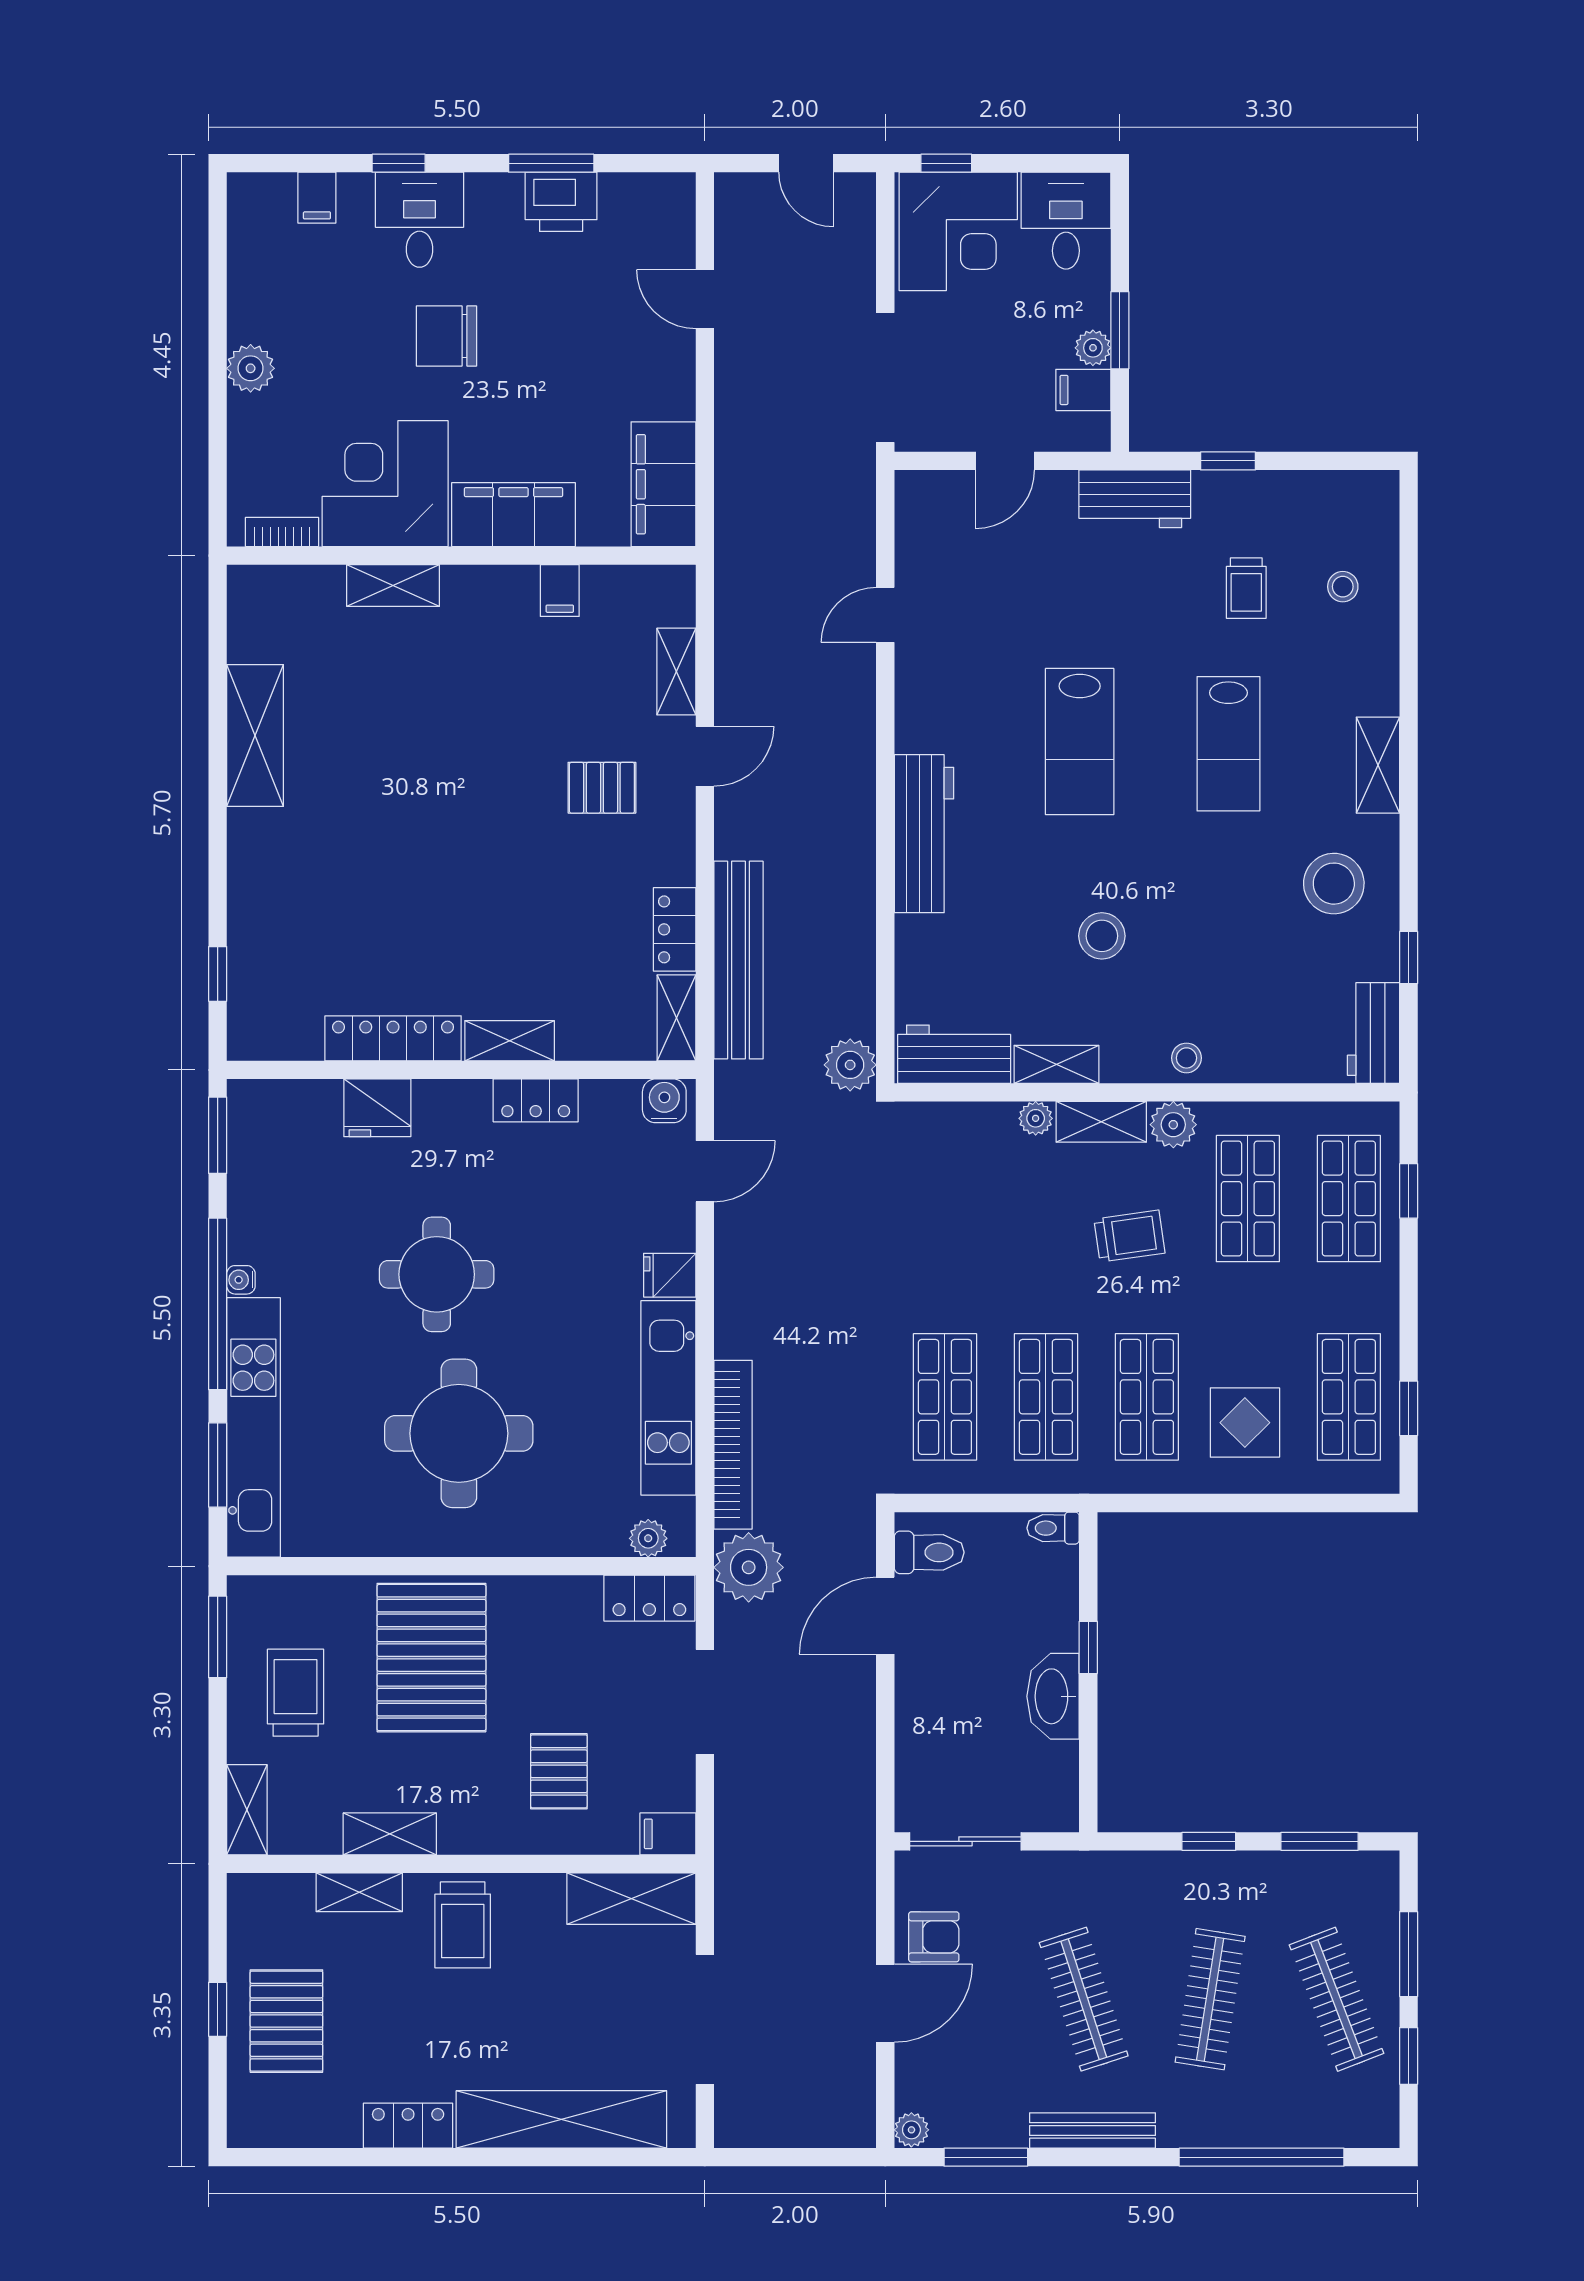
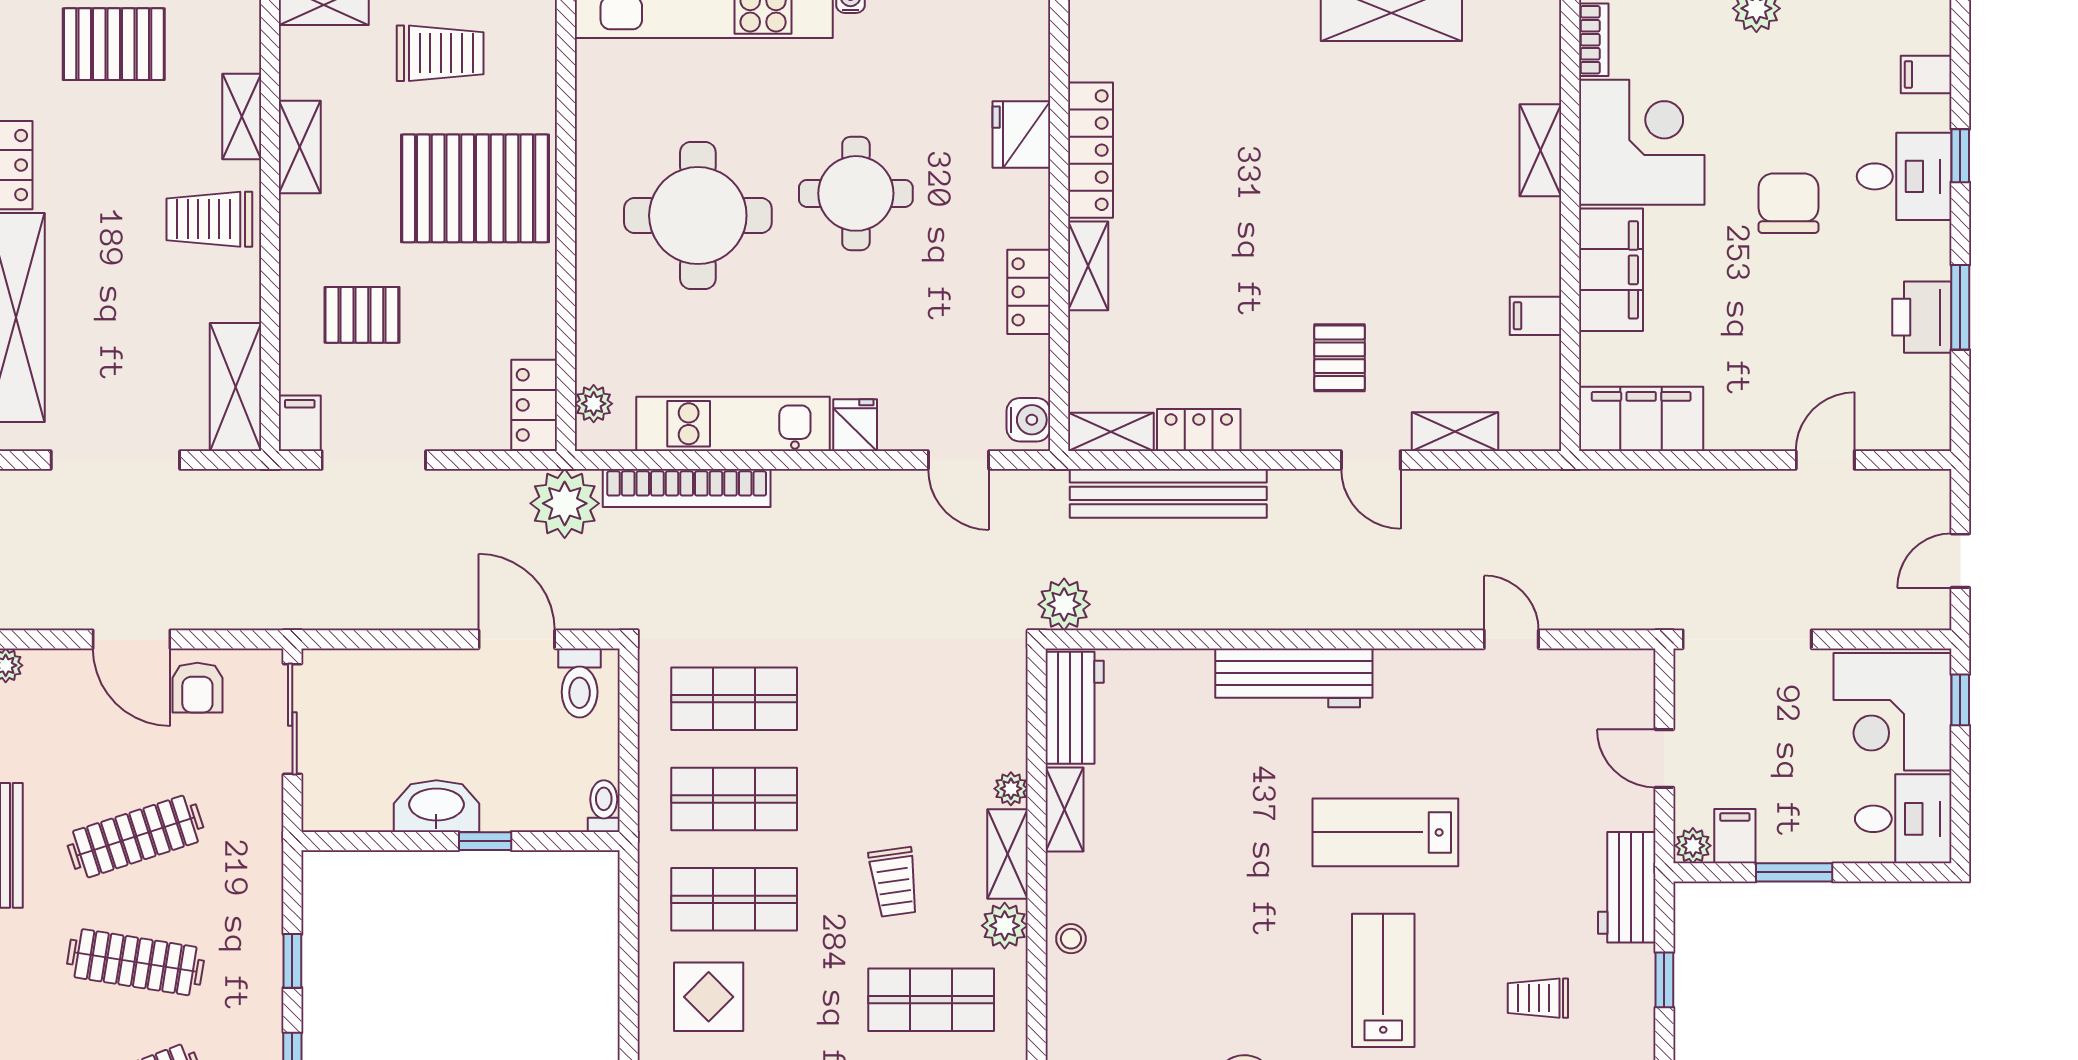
plant: (1093, 348) -> (1693, 846), moved
lab bench: (1228, 744) -> (1383, 980), turned 90
stool: (1102, 936) -> (1192, 855), removed
doorway: (705, 1702) -> (374, 460), moved

